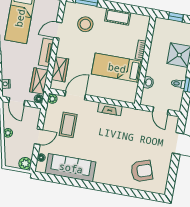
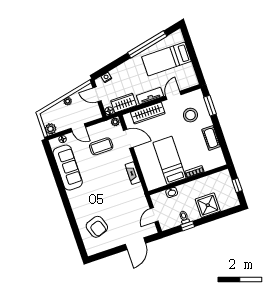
door: (58, 30) -> (173, 95), hinge flipped
wardrobe: (60, 69) -> (148, 113), width x1.50
door: (17, 102) -> (97, 94), hinge flipped

